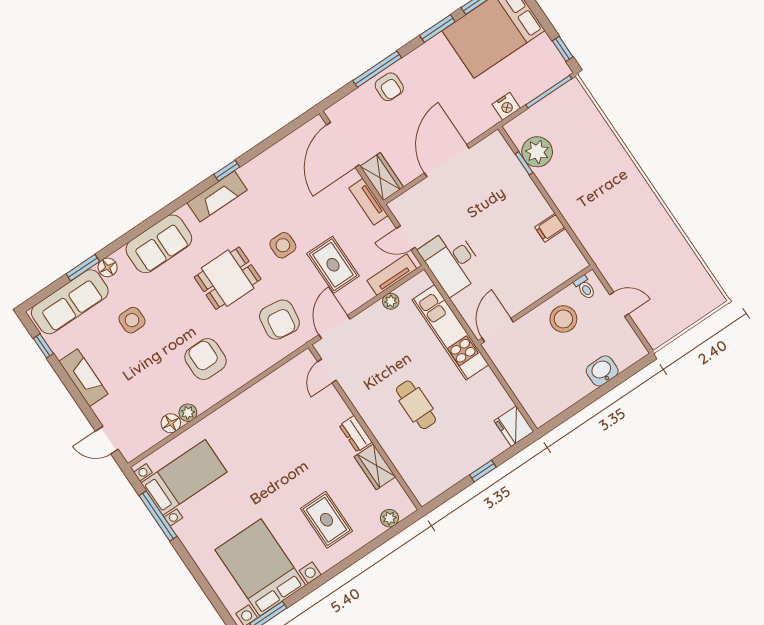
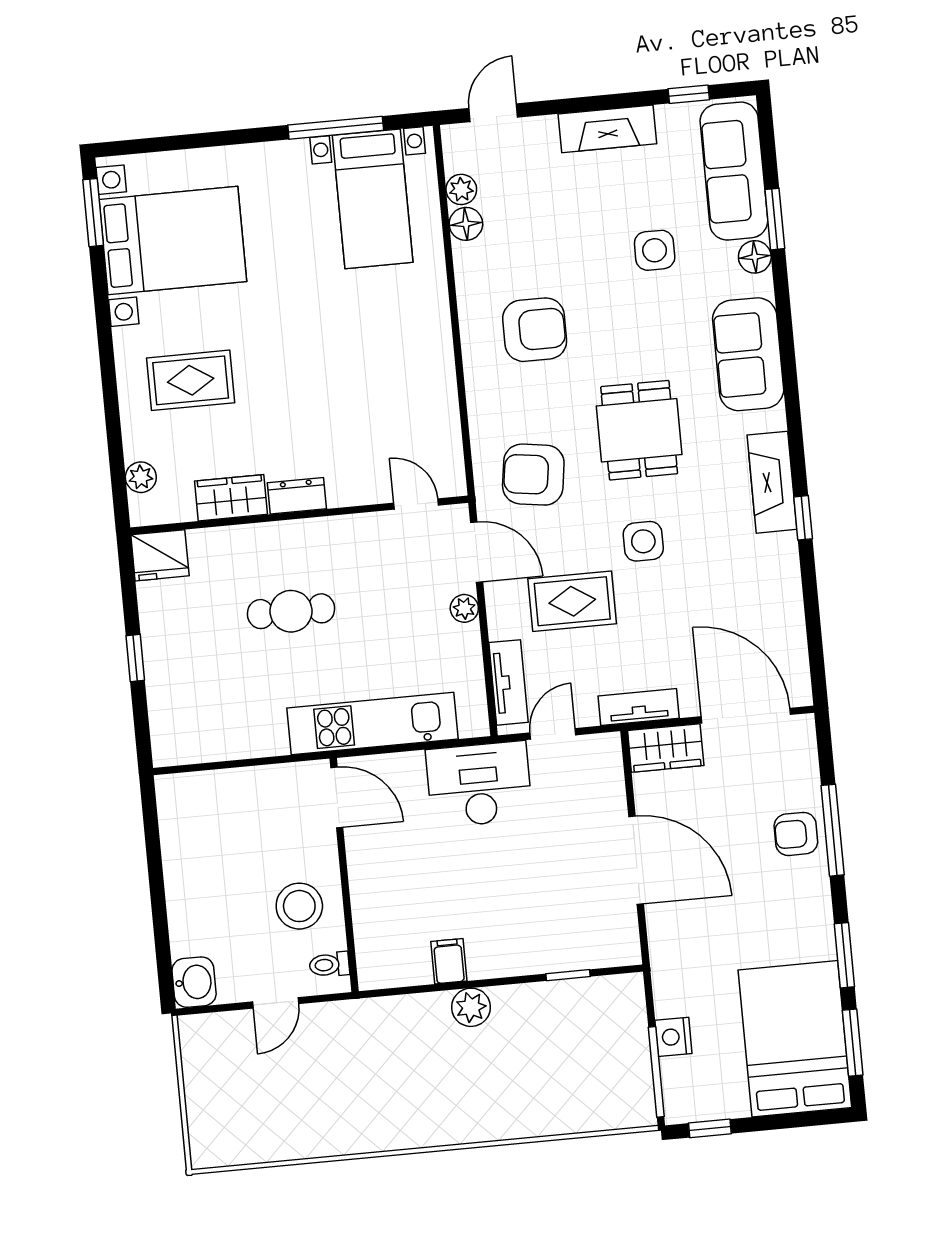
nightstand: (506, 106) -> (673, 1037), moved
plant: (537, 152) -> (471, 1007), moved, width x0.73, depth x0.73
plant: (391, 301) -> (464, 608), moved
washbasin: (602, 371) -> (194, 982), moved
plant: (188, 413) -> (461, 189), moved
fridge: (514, 426) -> (160, 555), moved, turned 180

